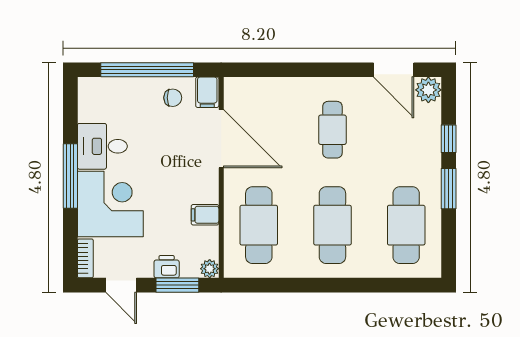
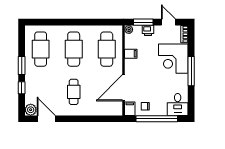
door: (221, 139) -> (124, 88), hinge flipped
desk: (102, 146) -> (178, 104), moved, turned 90

